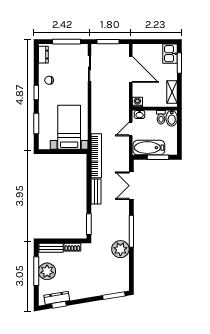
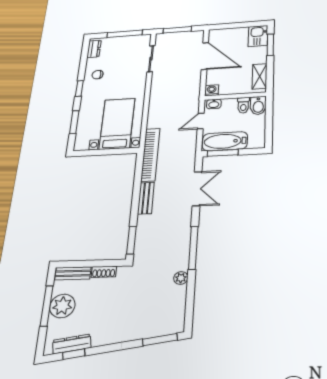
window: (158, 157) -> (223, 153), moved
double door: (131, 186) -> (197, 189), swing flipped
plant: (120, 249) -> (181, 278), width x0.53, depth x0.53

